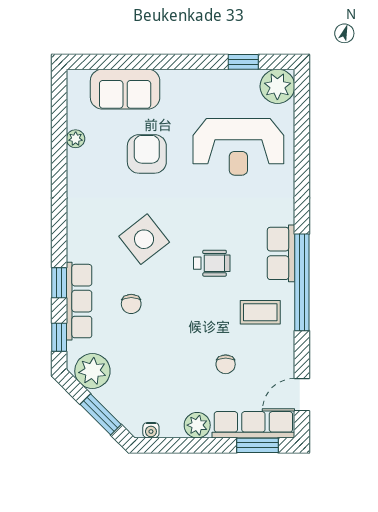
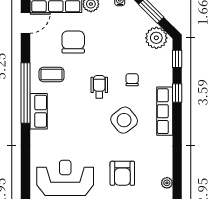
wheelchair: (212, 263) -> (99, 87), moved, turned 90
row of seats: (79, 301) -> (165, 111), moved
chair: (226, 364) -> (73, 42), width x1.87, depth x1.87

